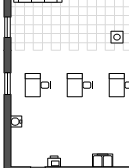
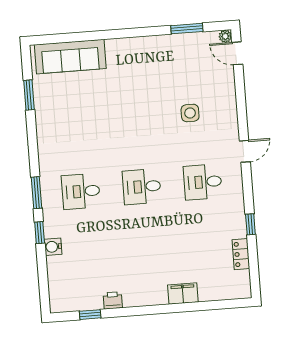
window: (7, 27) -> (29, 95), moved
window: (7, 111) -> (40, 233), added

